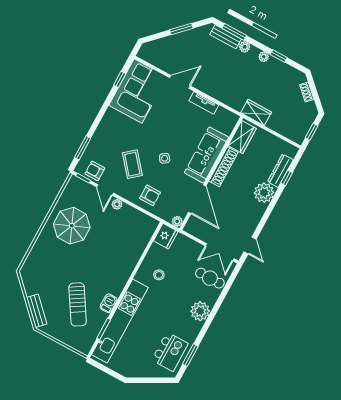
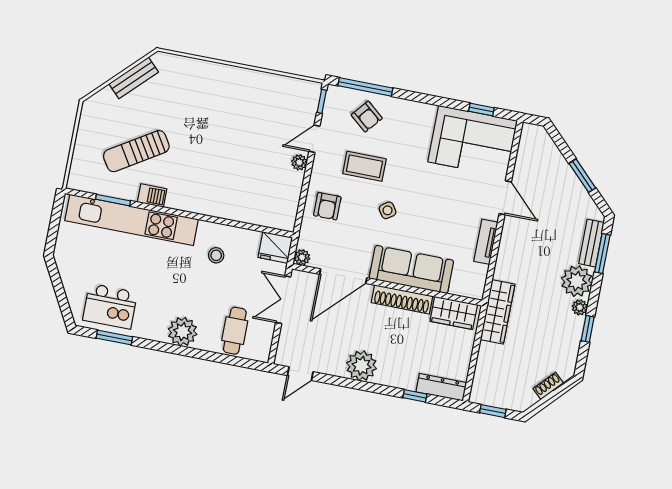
plant: (245, 47) -> (577, 281), width x1.88, depth x1.88
wardrobe: (256, 112) -> (498, 312), width x1.50
window: (83, 148) -> (365, 87), width x1.44
coffee table: (132, 164) -> (364, 166), turned 40
armchair: (95, 171) -> (367, 117), moved, turned 130
dresser: (280, 171) -> (441, 387), moved
plant: (264, 193) -> (362, 366), moved
parasol: (72, 226) -> (248, 107), removed
double door: (220, 252) -> (283, 300), moved
bench: (37, 311) -> (134, 78), moved

